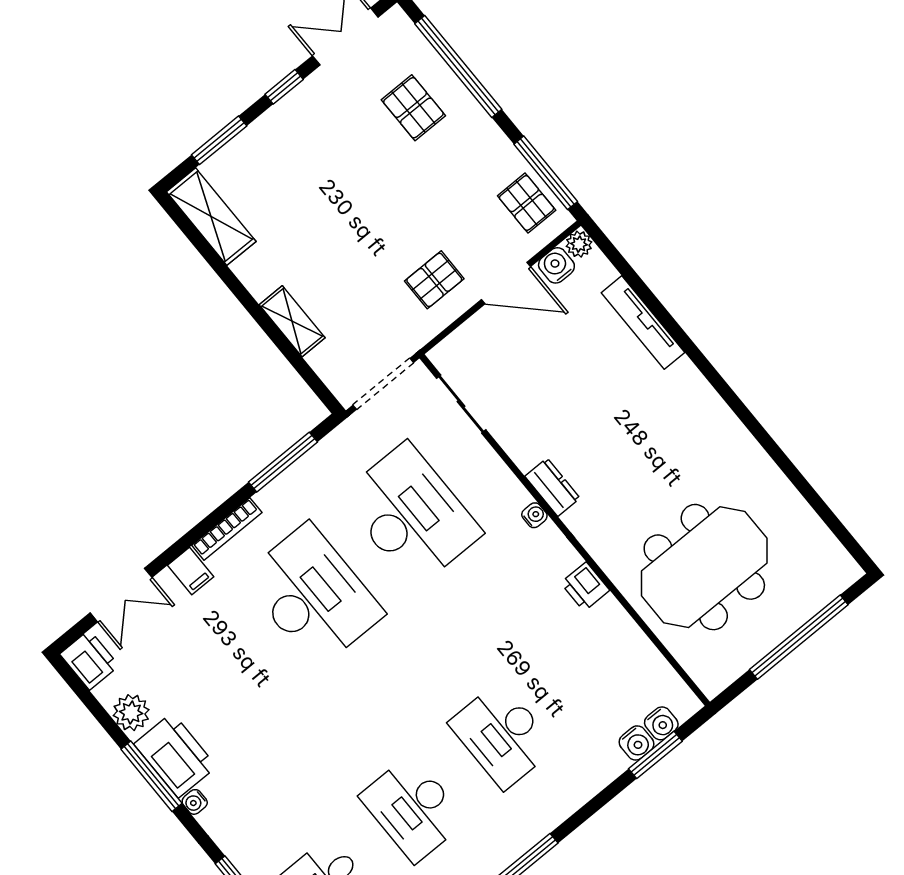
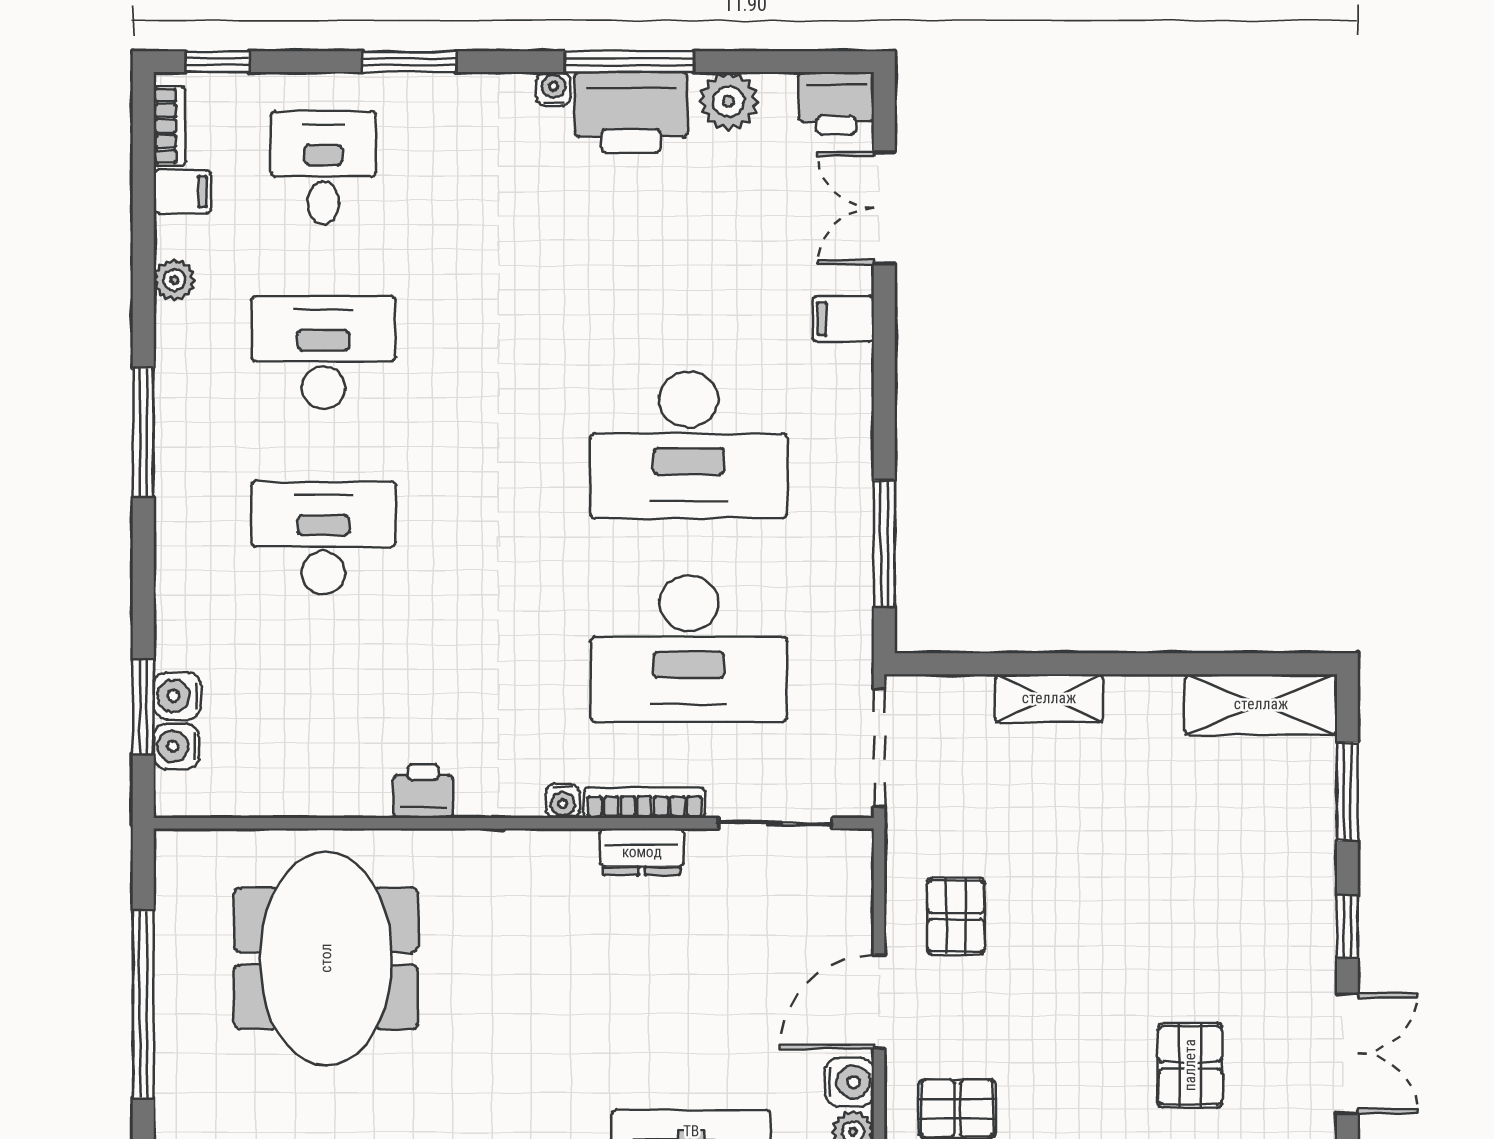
pallet: (413, 108) -> (1190, 1065), turned 90
dresser: (552, 487) -> (642, 852), moved
bookcase: (227, 529) -> (645, 803), moved, turned 90

